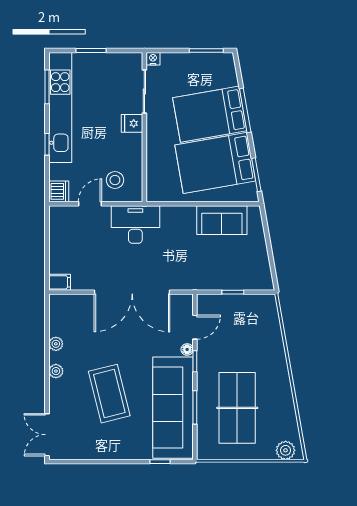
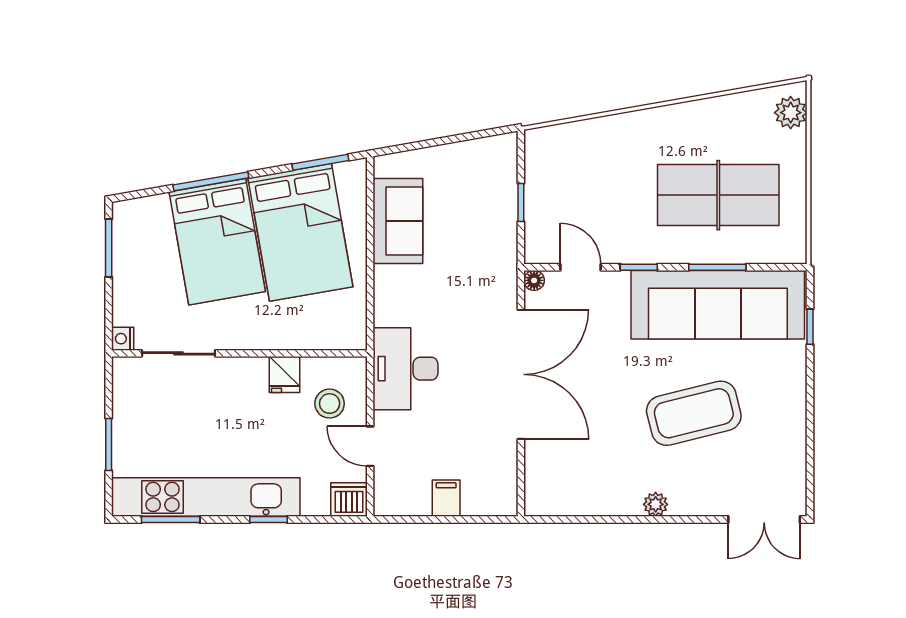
fridge: (132, 123) -> (284, 375), moved
filing cabinet: (60, 282) -> (446, 498), moved
plant: (56, 344) -> (609, 504), removed
floor lamp: (187, 349) -> (534, 280), moved

